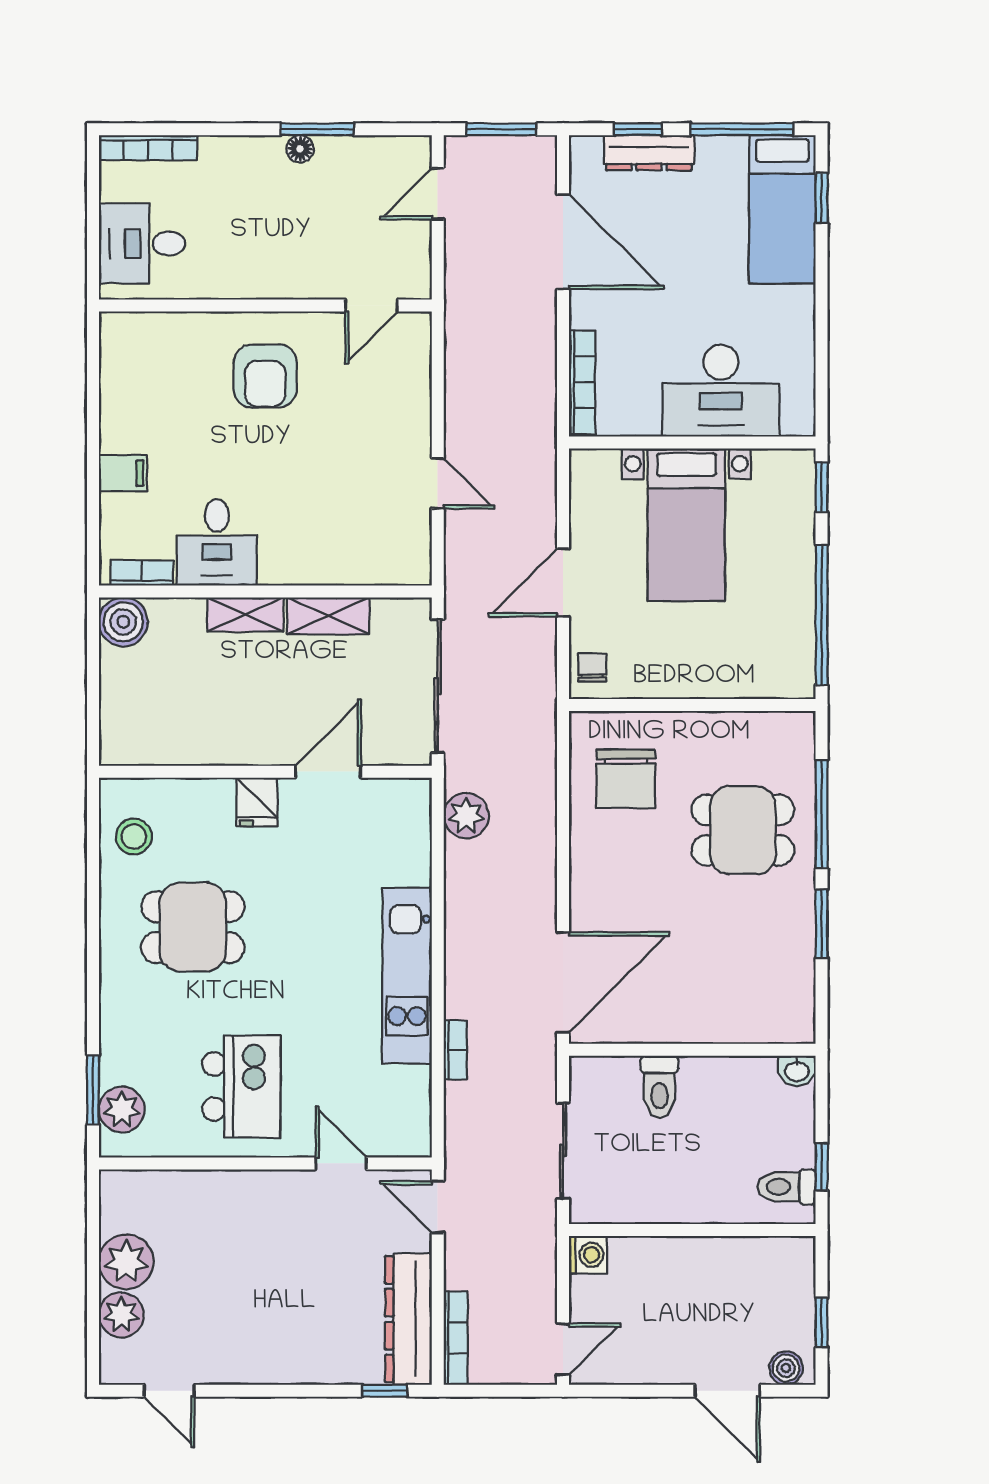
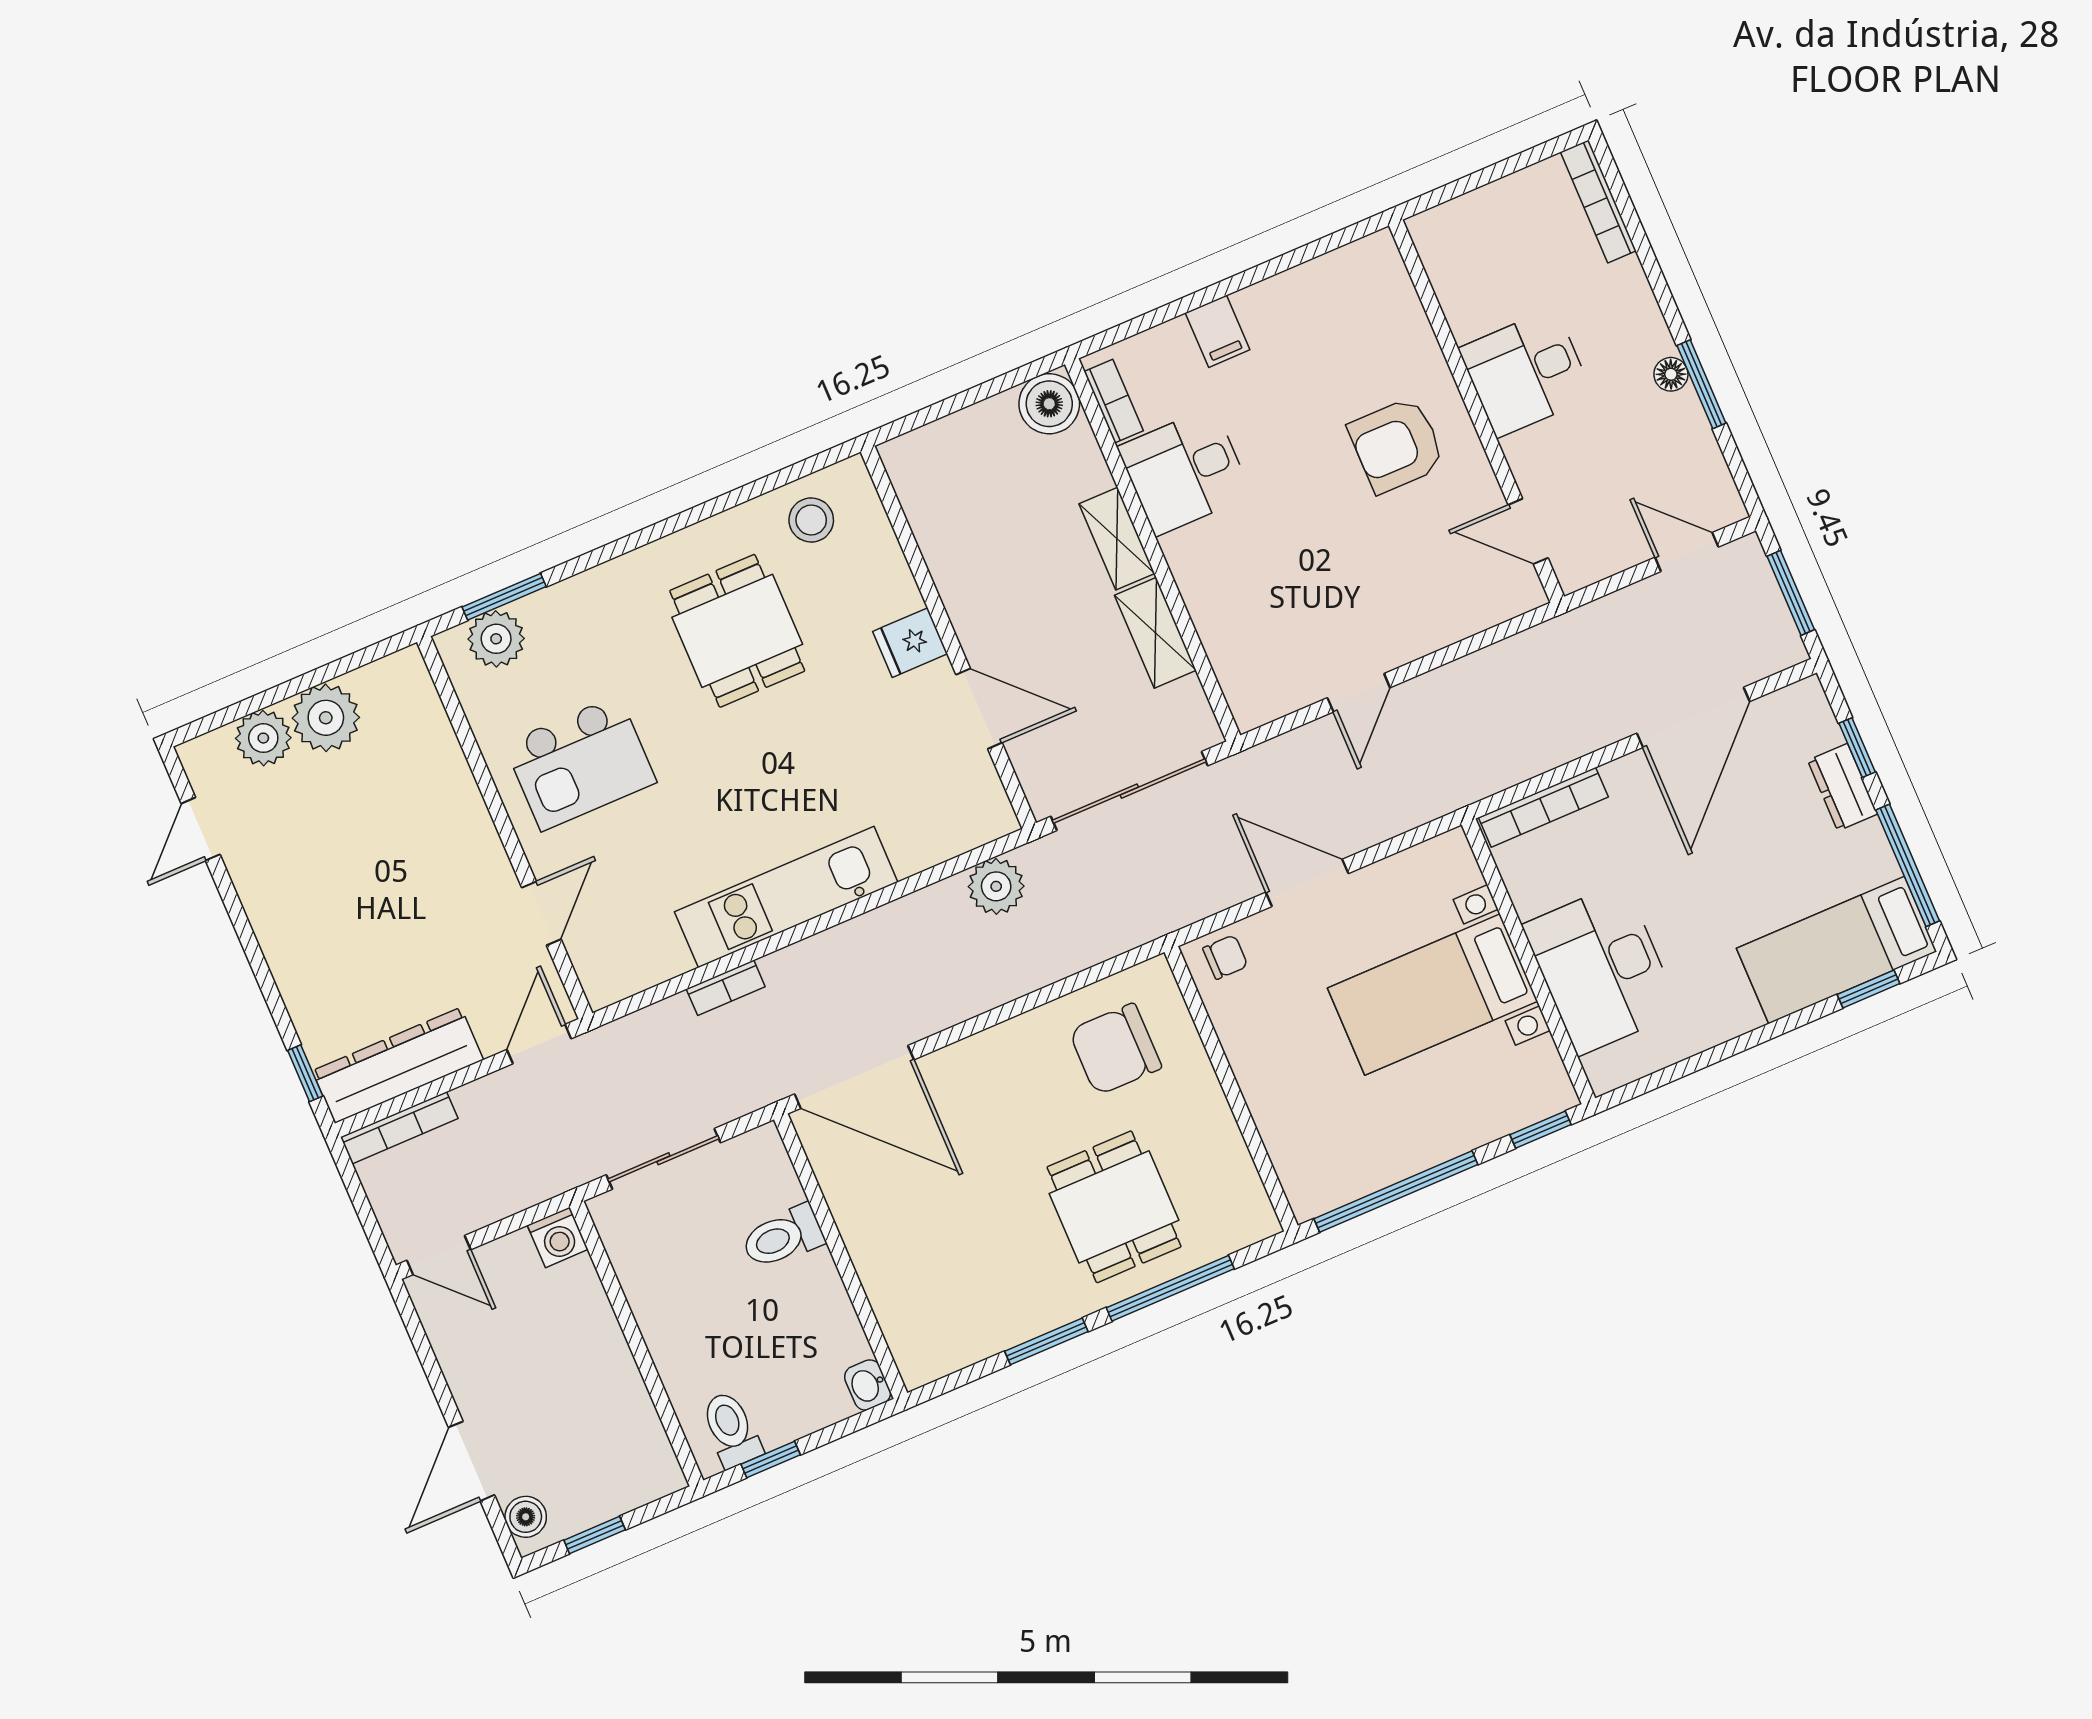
dresser: (649, 153) -> (1843, 787), width x0.70
desk: (142, 243) -> (1526, 373), moved, turned -90

